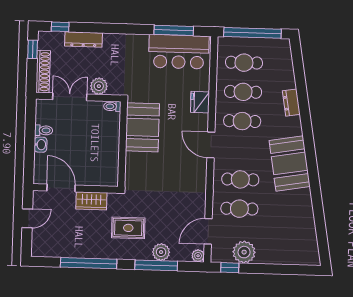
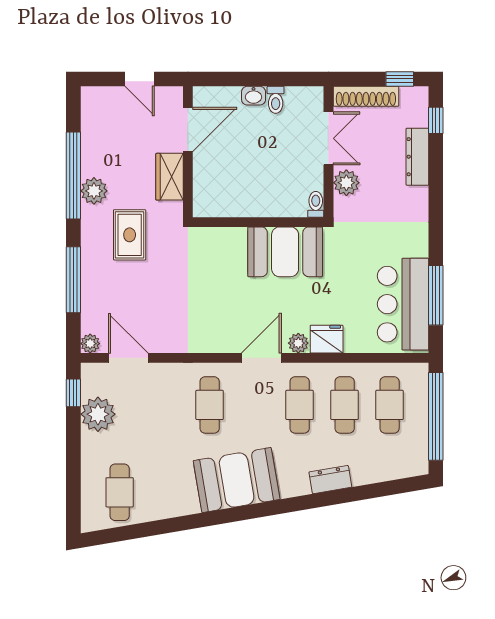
plant: (202, 121) -> (298, 343), added
cafe table: (239, 209) -> (120, 492), moved
plant: (161, 252) -> (94, 191), moved

